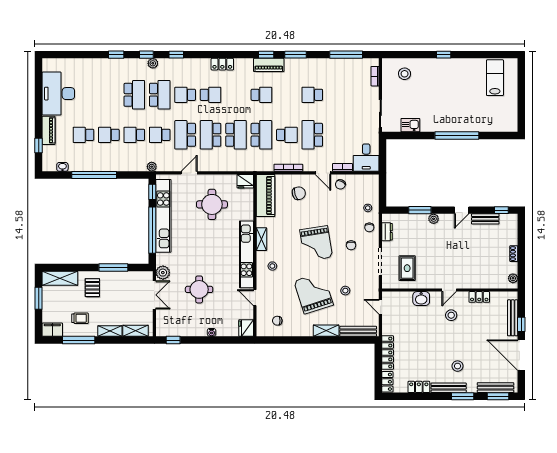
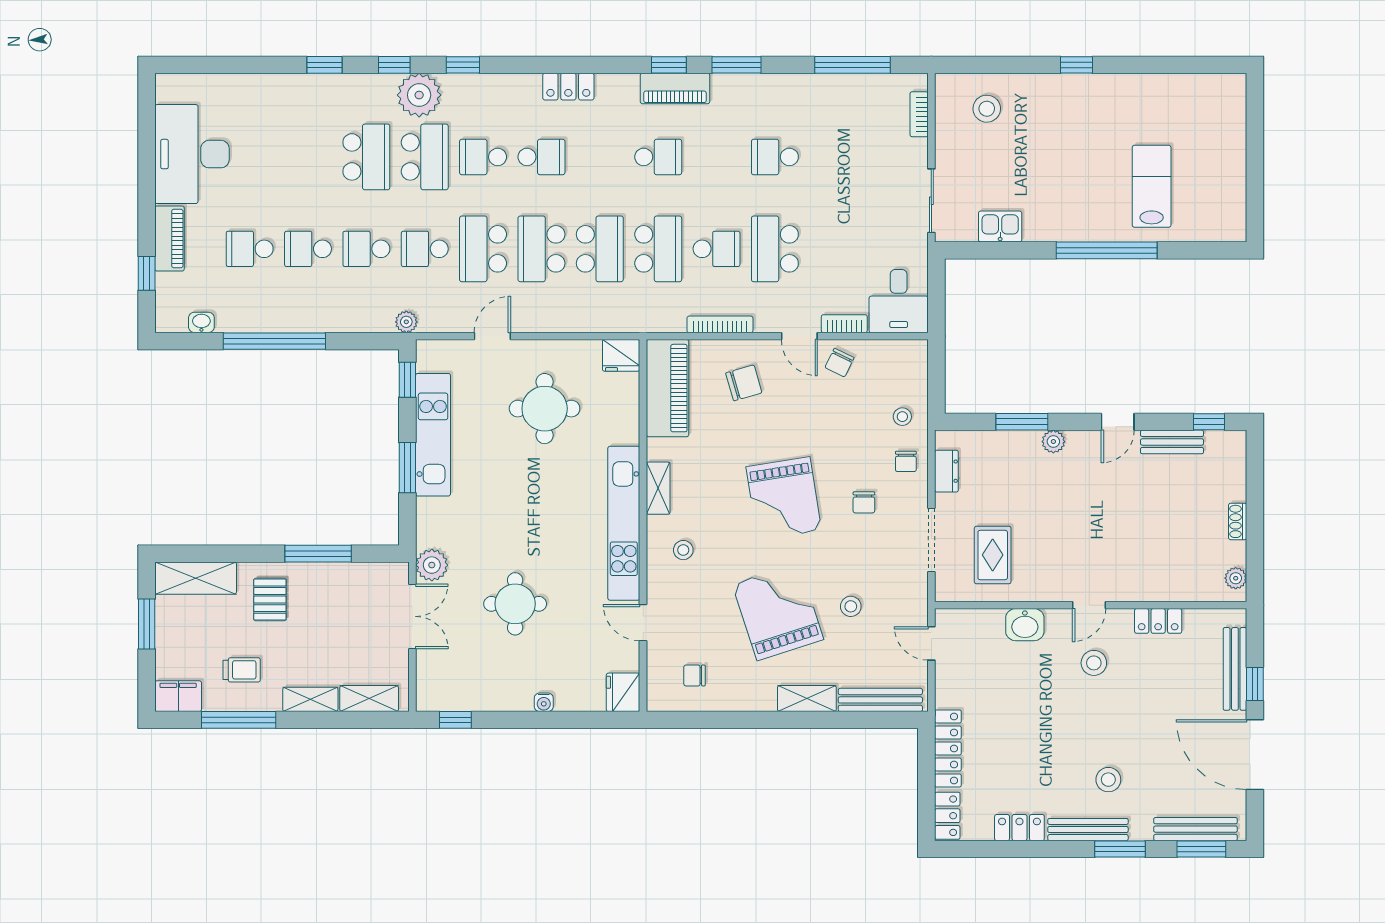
plant: (153, 63) -> (419, 95), width x1.88, depth x1.88
lab bench: (495, 78) -> (1152, 186), moved
kitchen unit: (163, 216) -> (433, 435), width x0.73
window: (152, 230) -> (407, 468), width x0.47

